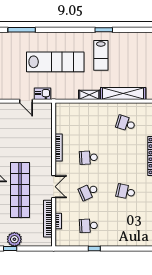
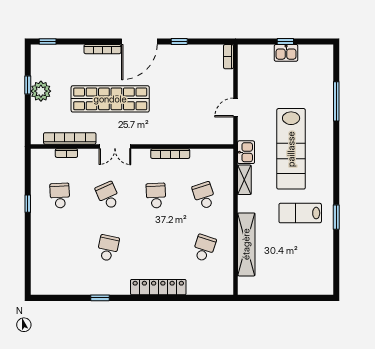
kitchen sink: (43, 94) -> (246, 152), moved
shelving: (89, 95) -> (244, 180), moved
school desk: (88, 123) -> (204, 196), added

